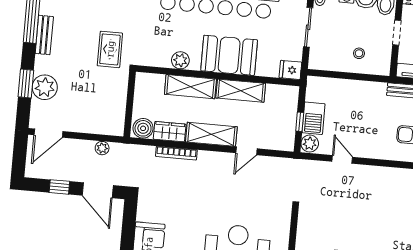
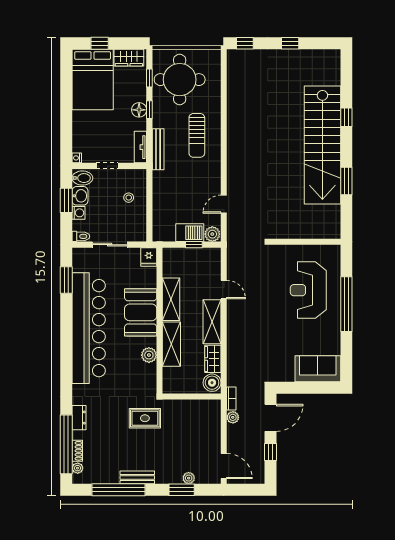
plant: (45, 87) -> (189, 478), width x0.53, depth x0.53
bookcase: (176, 153) -> (231, 398), moved, width x0.64

